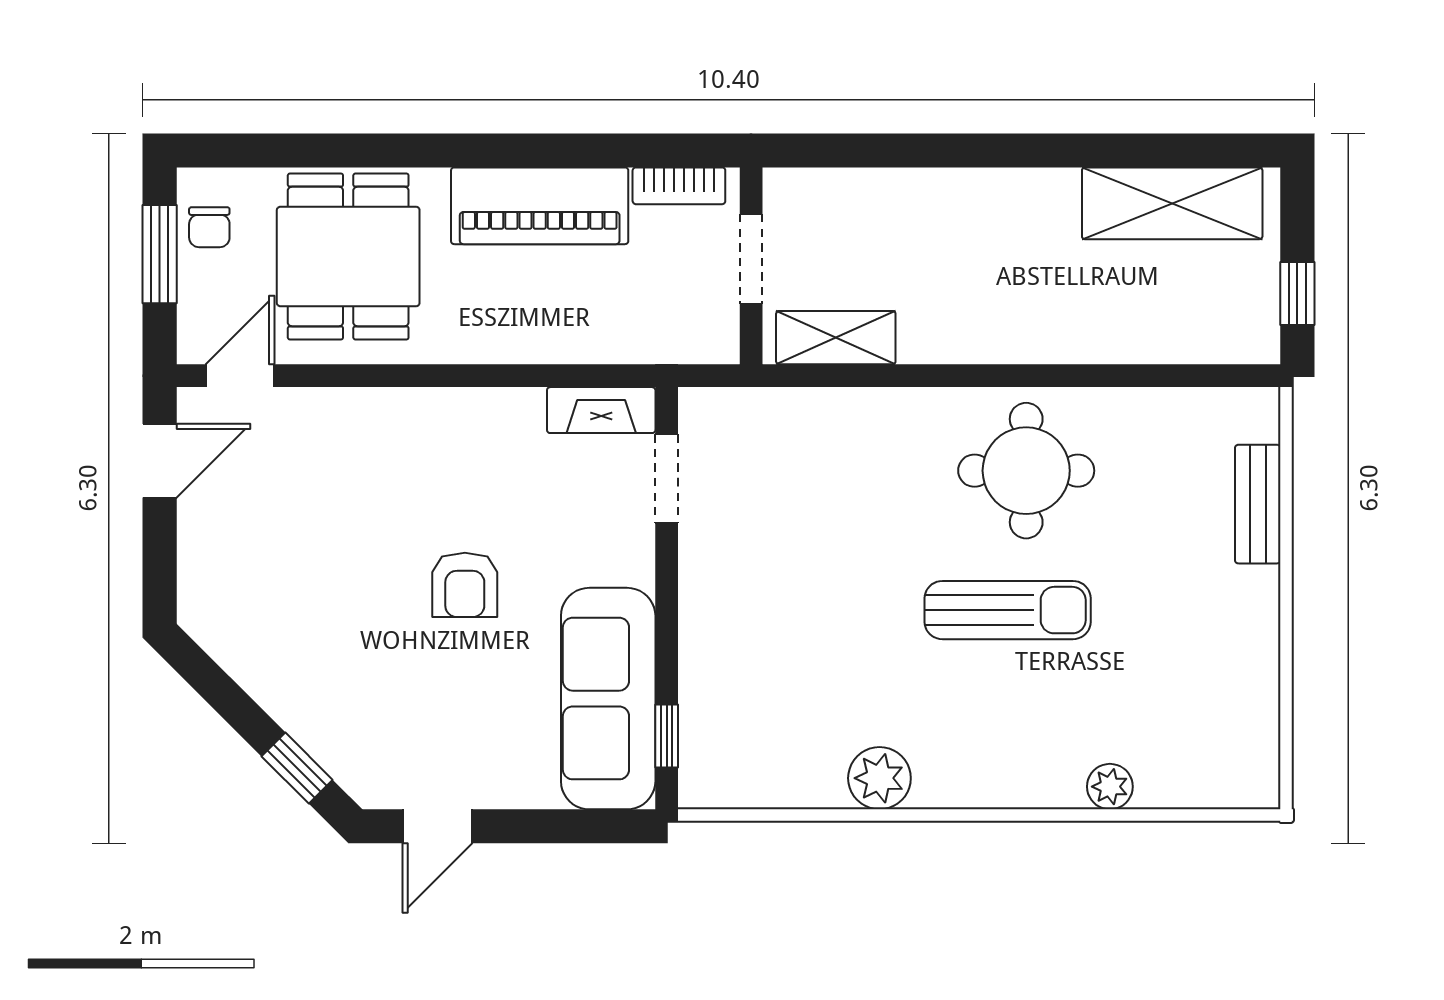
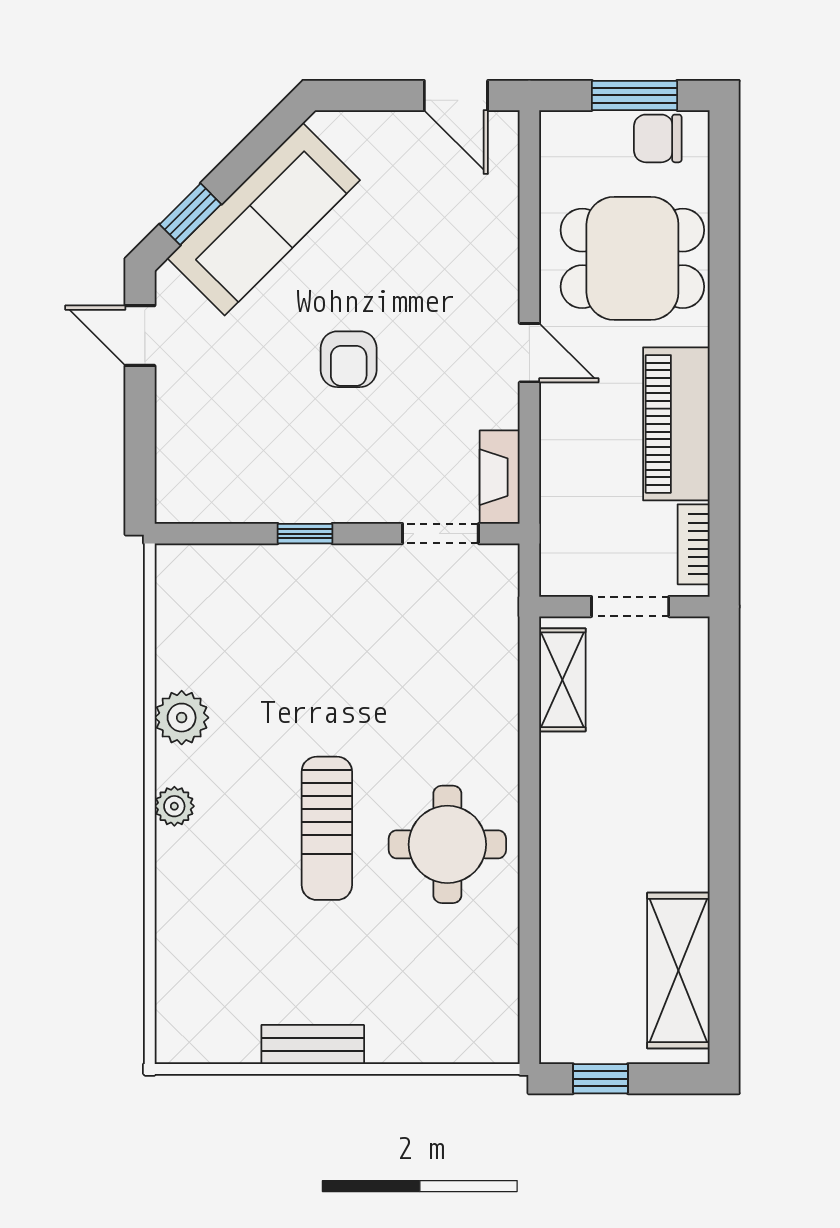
chair: (209, 227) -> (658, 138), width x1.37, depth x1.37
door: (240, 376) -> (529, 353), moved
bench: (1258, 504) -> (313, 1045), moved
armchair: (465, 585) -> (349, 359), turned -90
sofa: (608, 699) -> (264, 219), moved, turned 135
window: (667, 736) -> (305, 534), moved
plant: (1110, 787) -> (174, 806), moved

